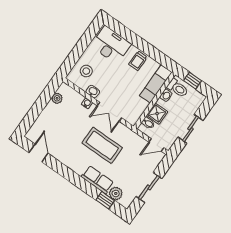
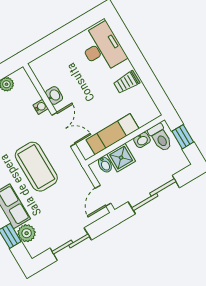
stool: (86, 71) -> (57, 67), removed
exam couch: (156, 84) -> (112, 134), moved
double door: (109, 112) -> (64, 129), swing flipped
sliding door: (190, 129) -> (154, 195), width x1.37
door: (156, 145) -> (103, 196), hinge flipped

